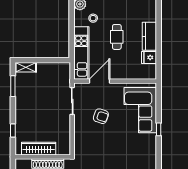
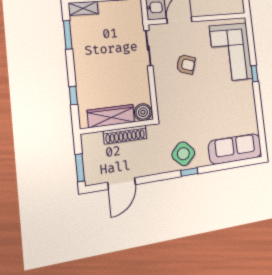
boiler: (63, 149) -> (143, 112), added

